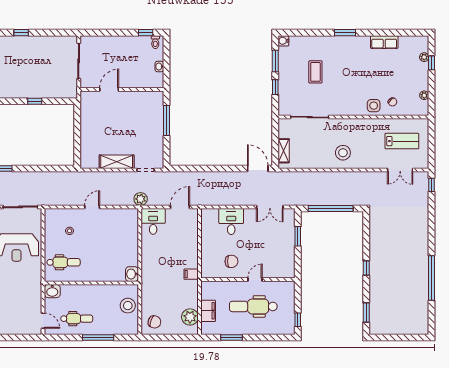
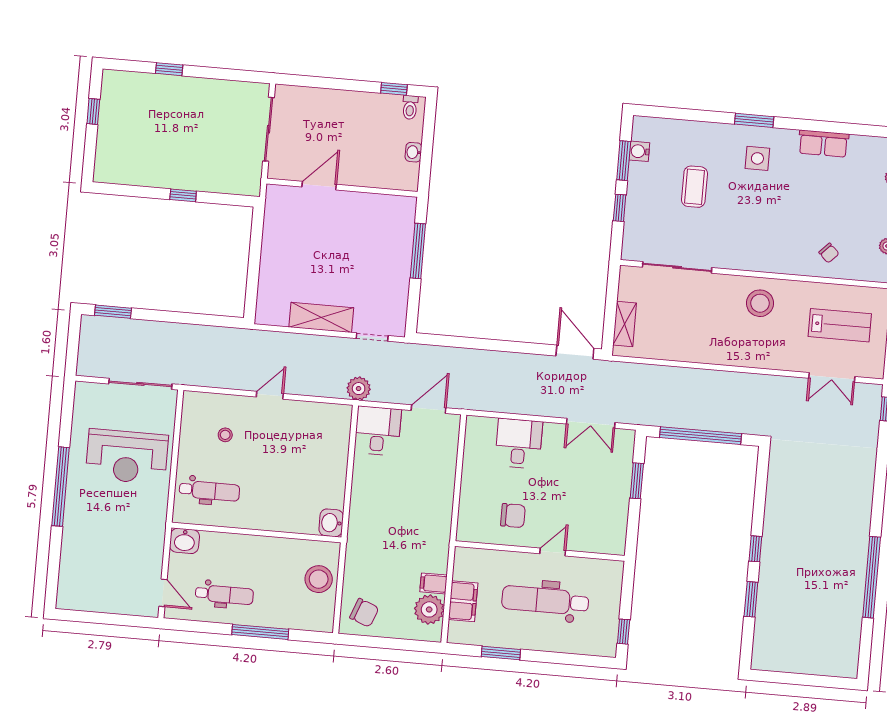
water cooler: (283, 41) -> (639, 151), moved
side table: (374, 106) -> (757, 158), moved
stool: (343, 153) -> (760, 303), moved
filing cabinet: (191, 274) -> (434, 583), moved
window: (366, 313) -> (751, 599), moved

